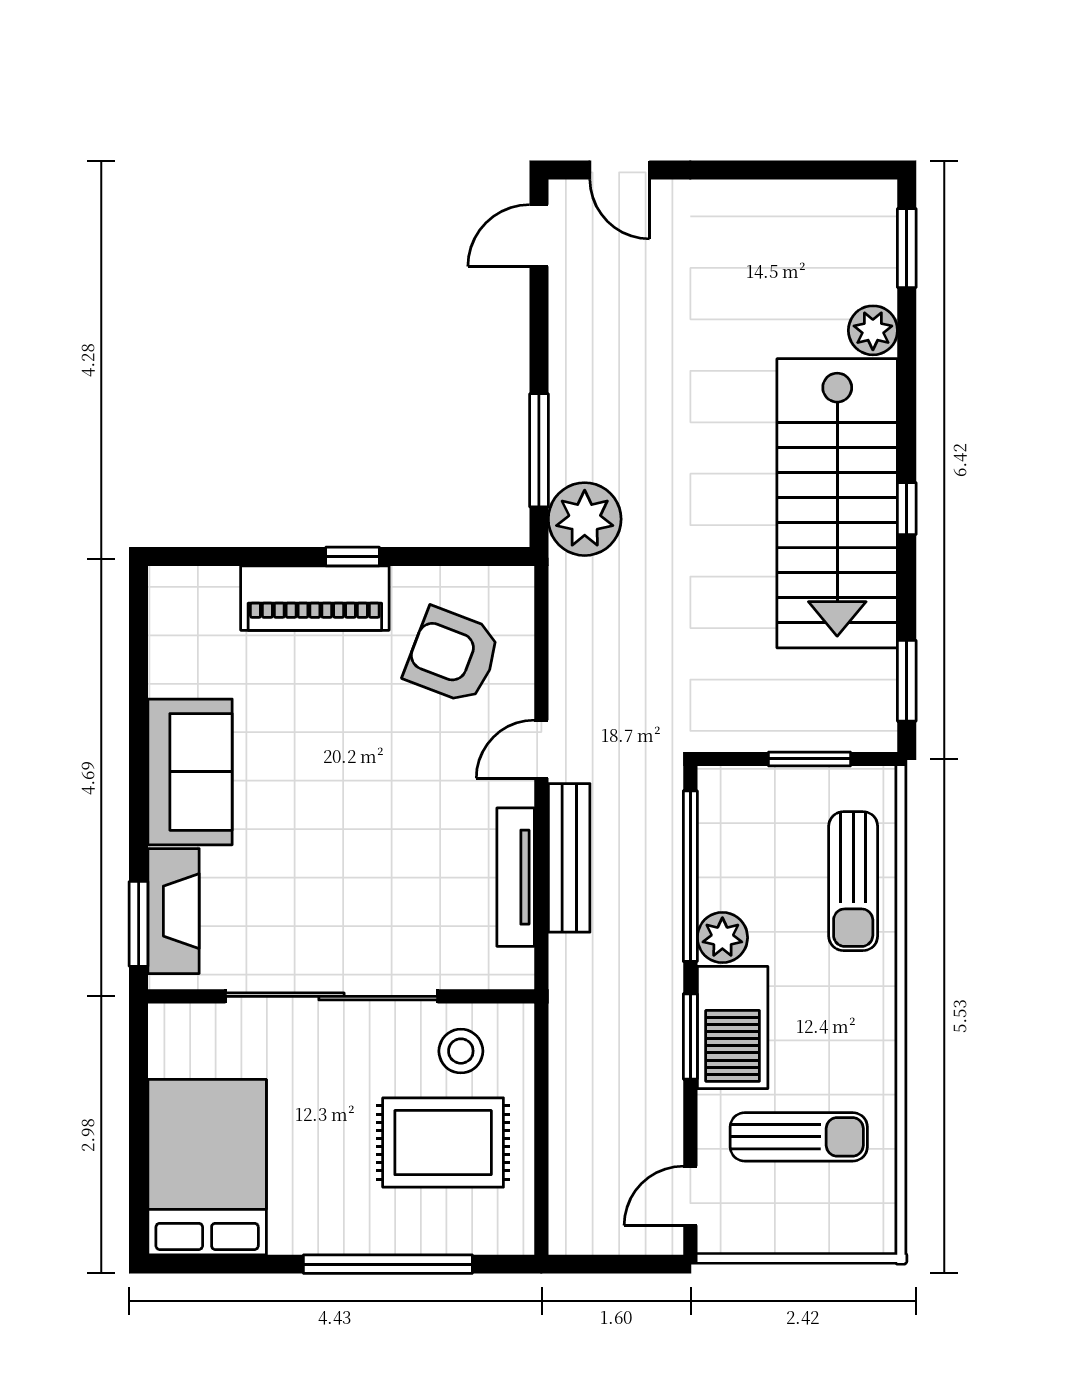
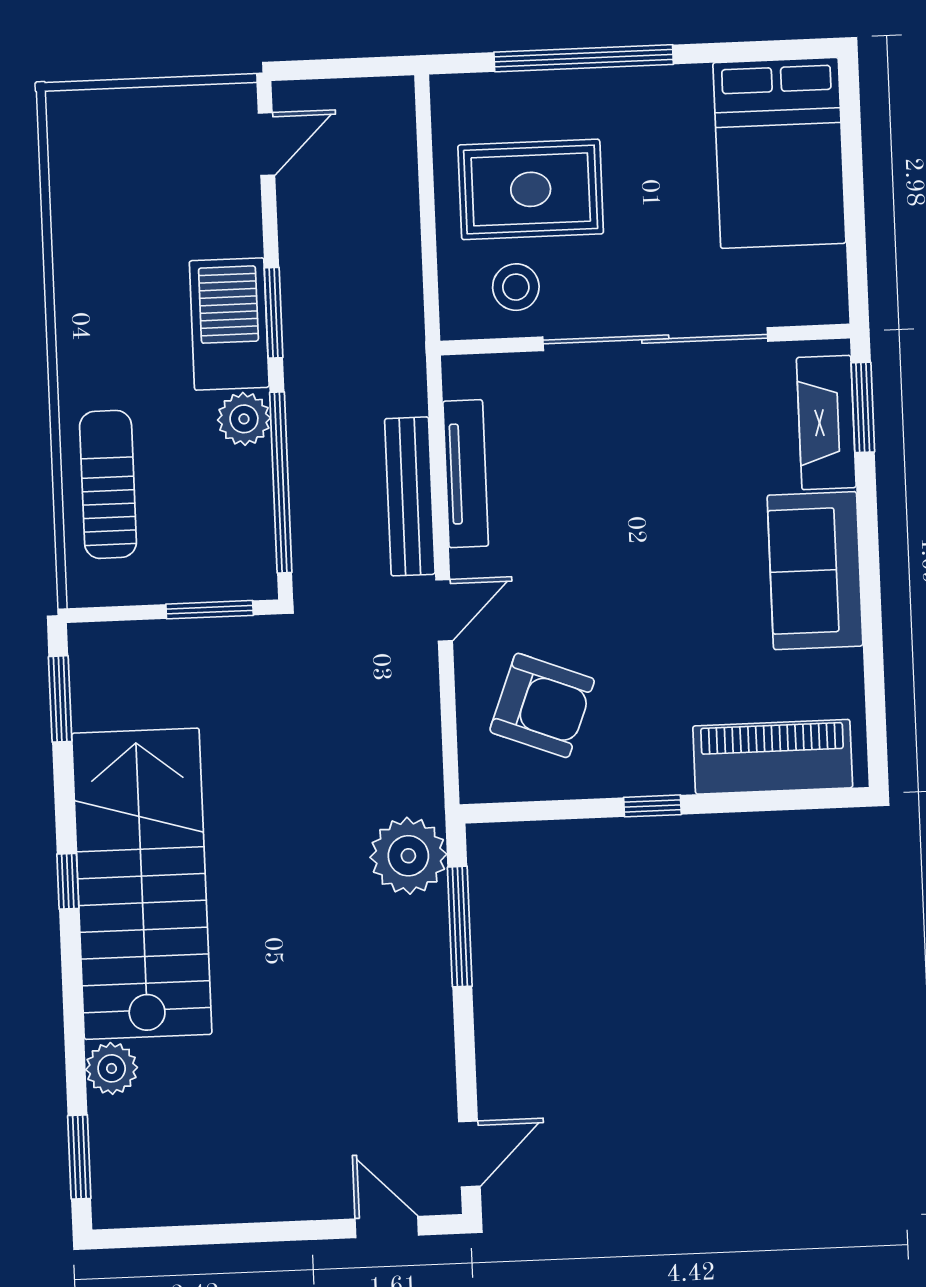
piano: (315, 598) -> (773, 757), moved
window: (810, 759) -> (210, 610), moved
sun lounger: (799, 1137) -> (154, 211), removed

